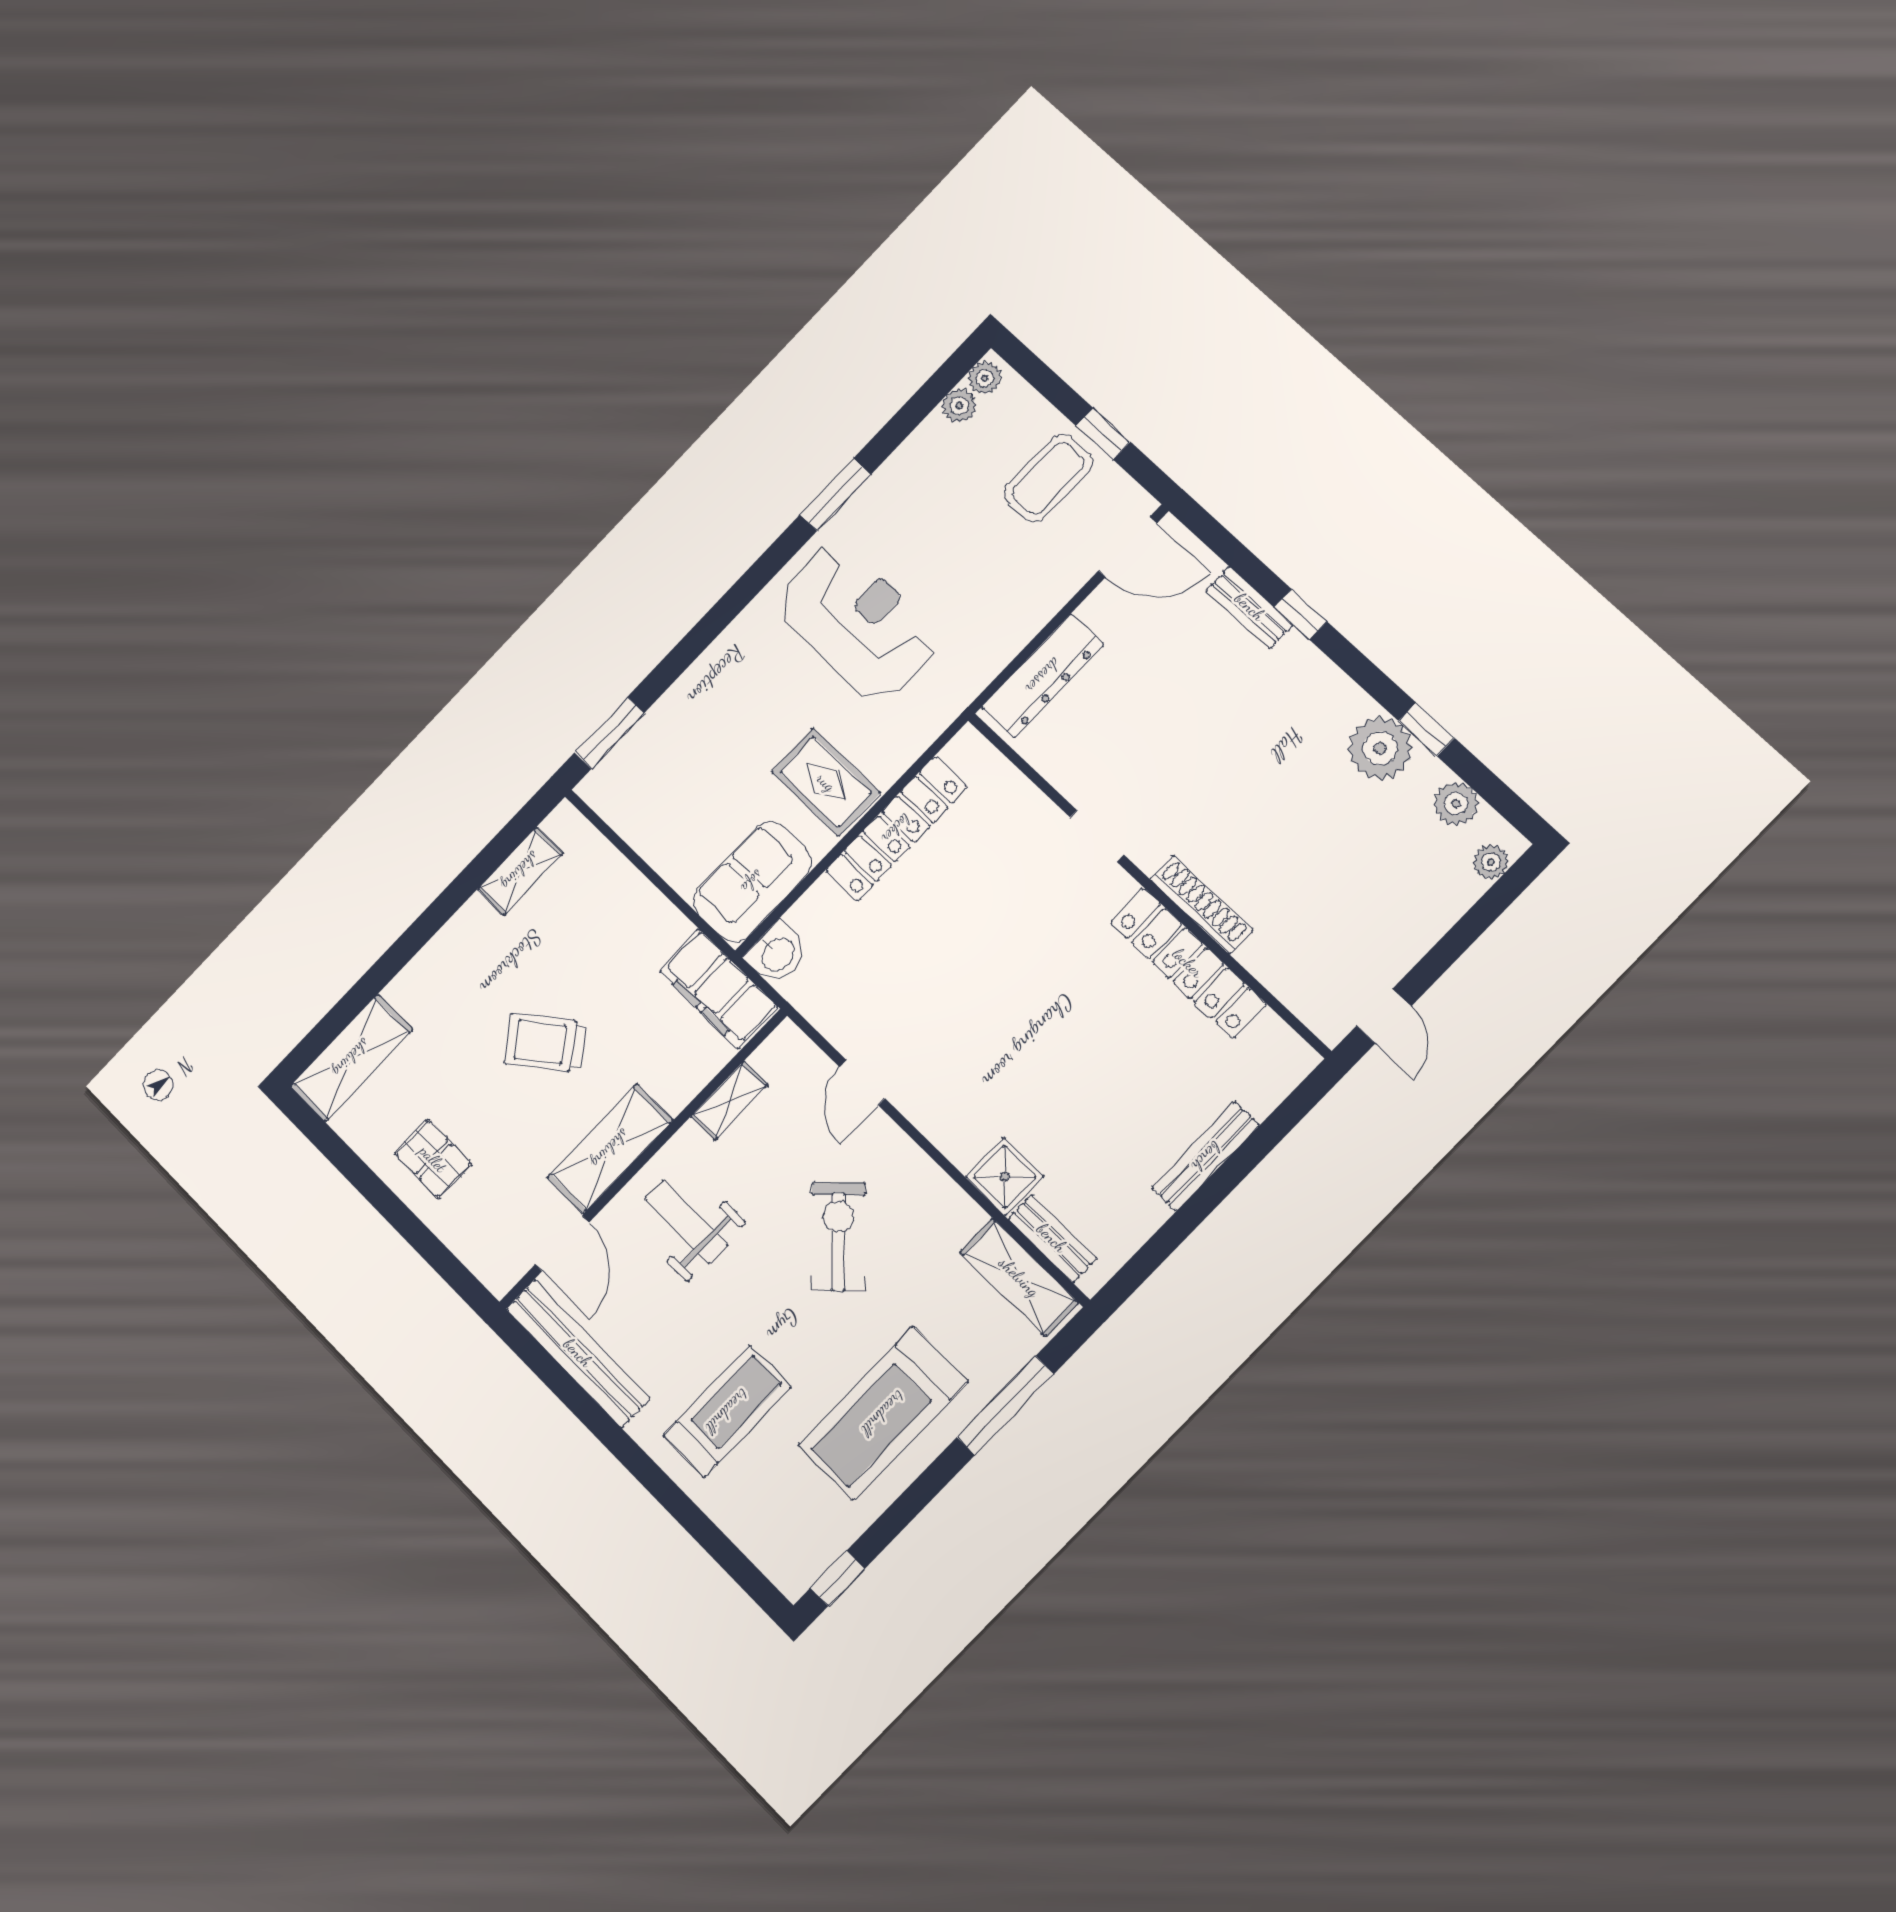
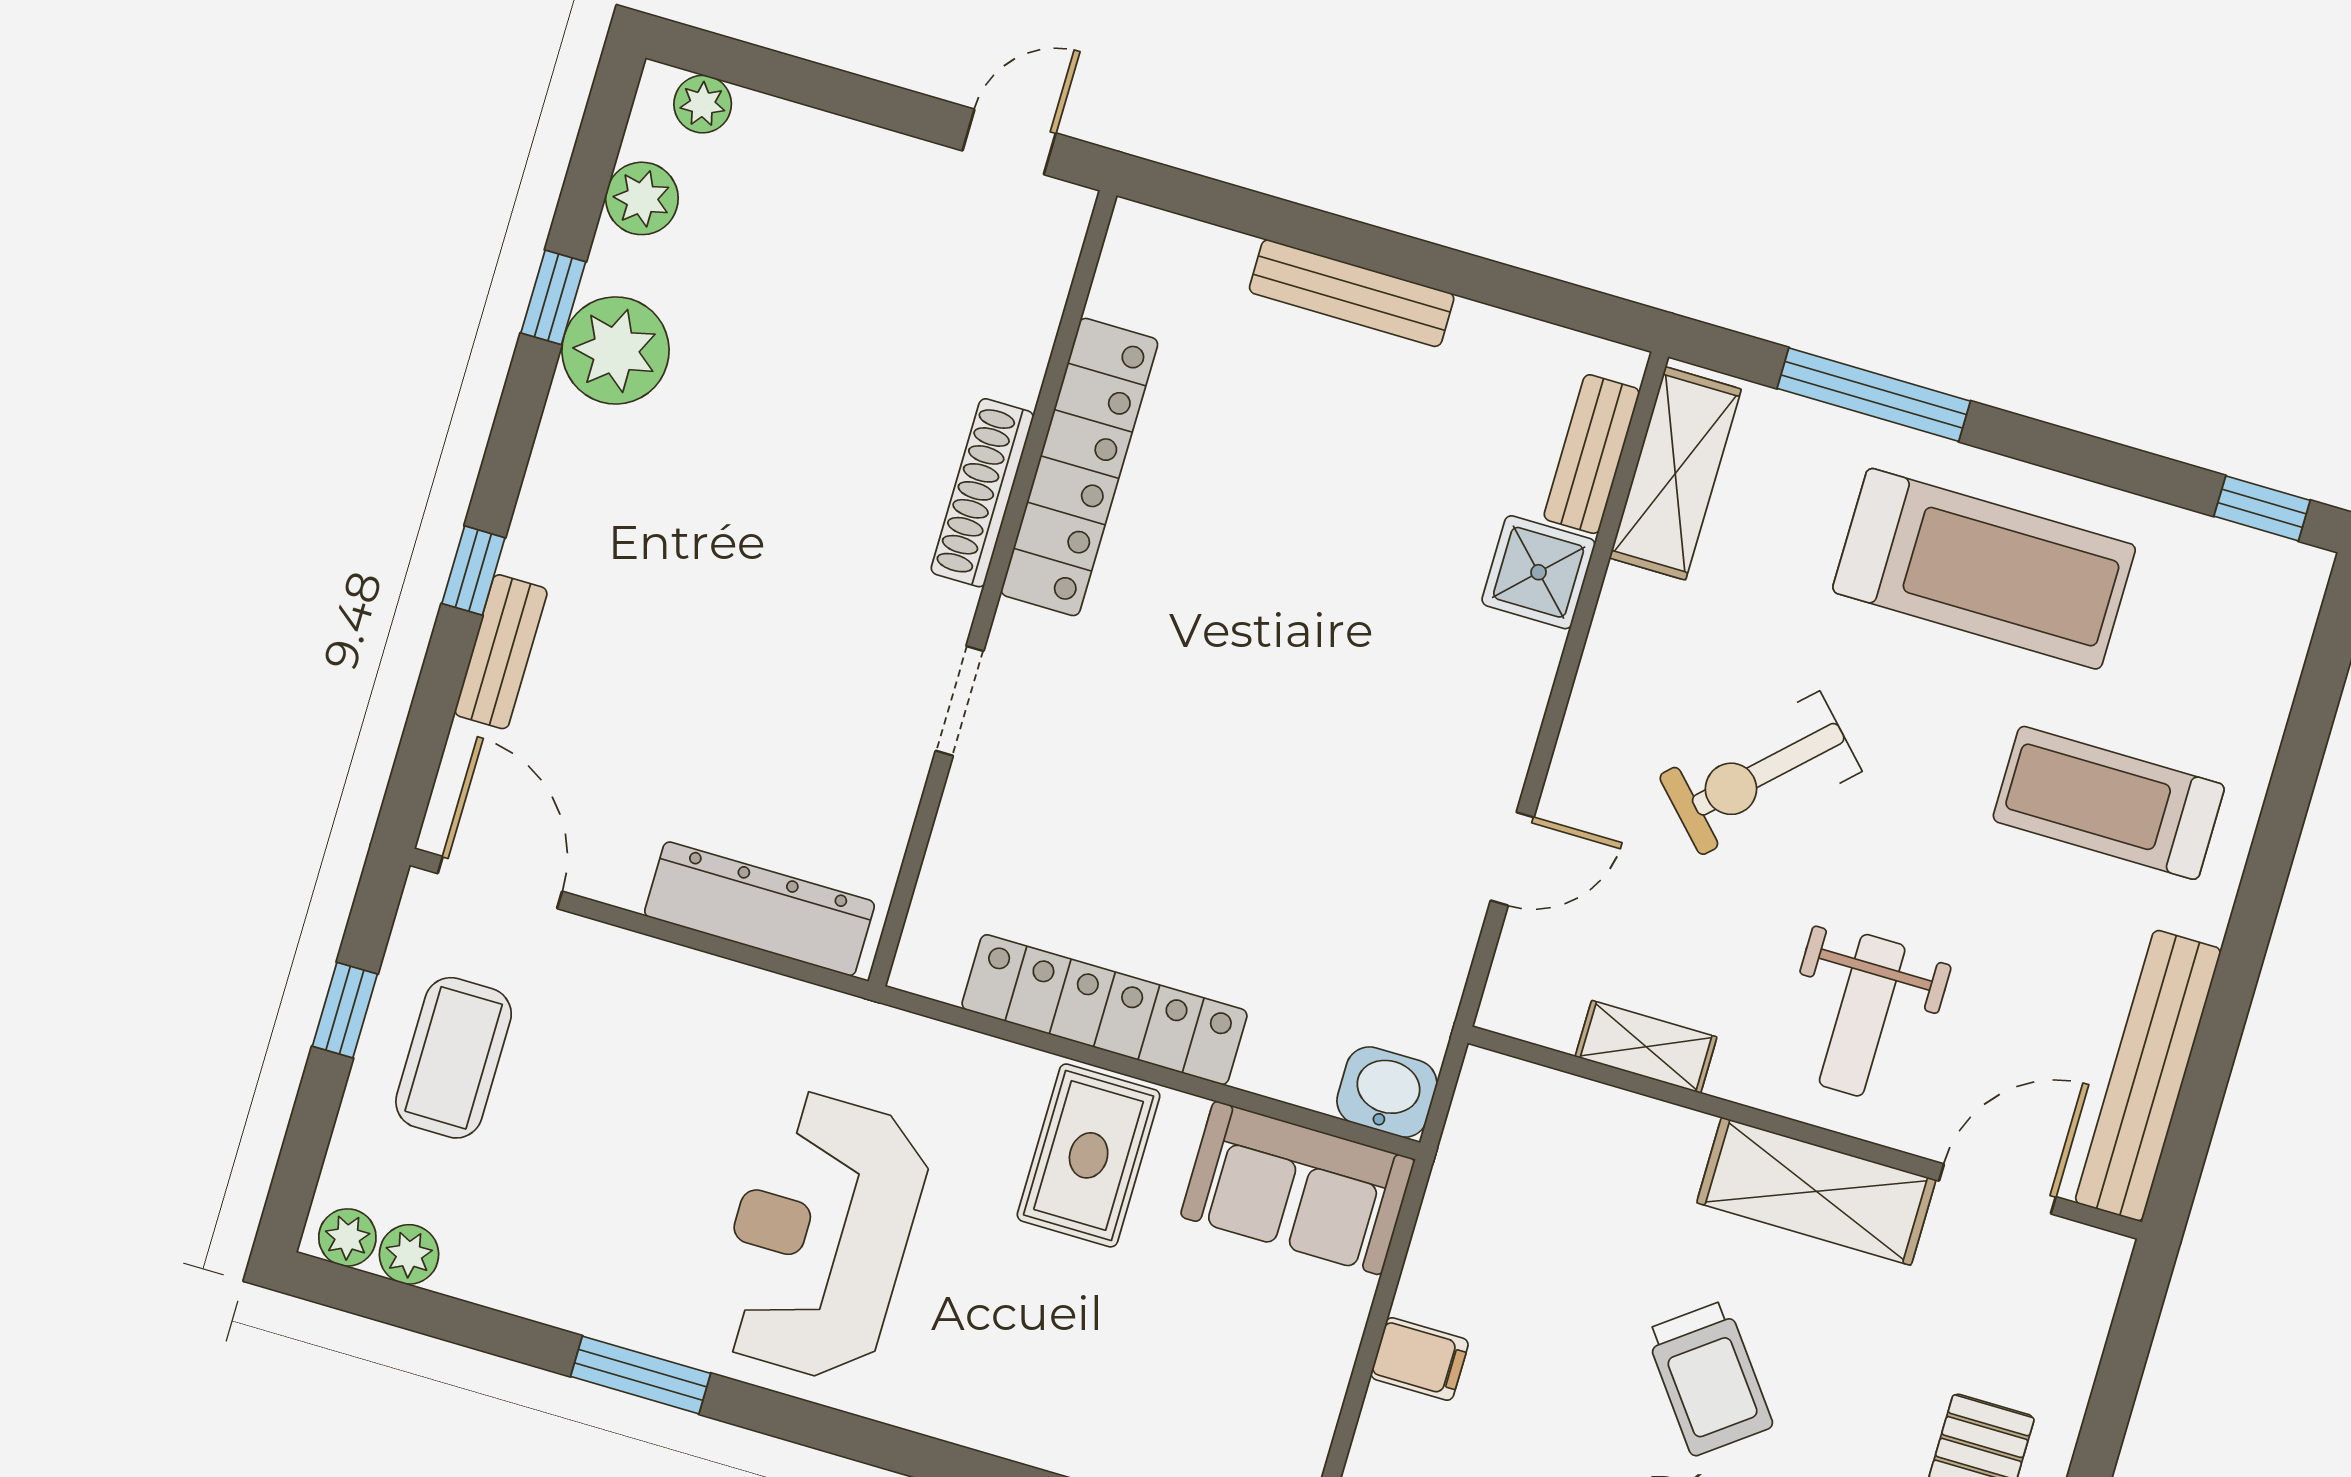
coffee table: (1049, 478) -> (454, 1058), turned 90
filing cabinet: (719, 989) -> (1420, 1359), moved, width x0.33, depth x0.86

